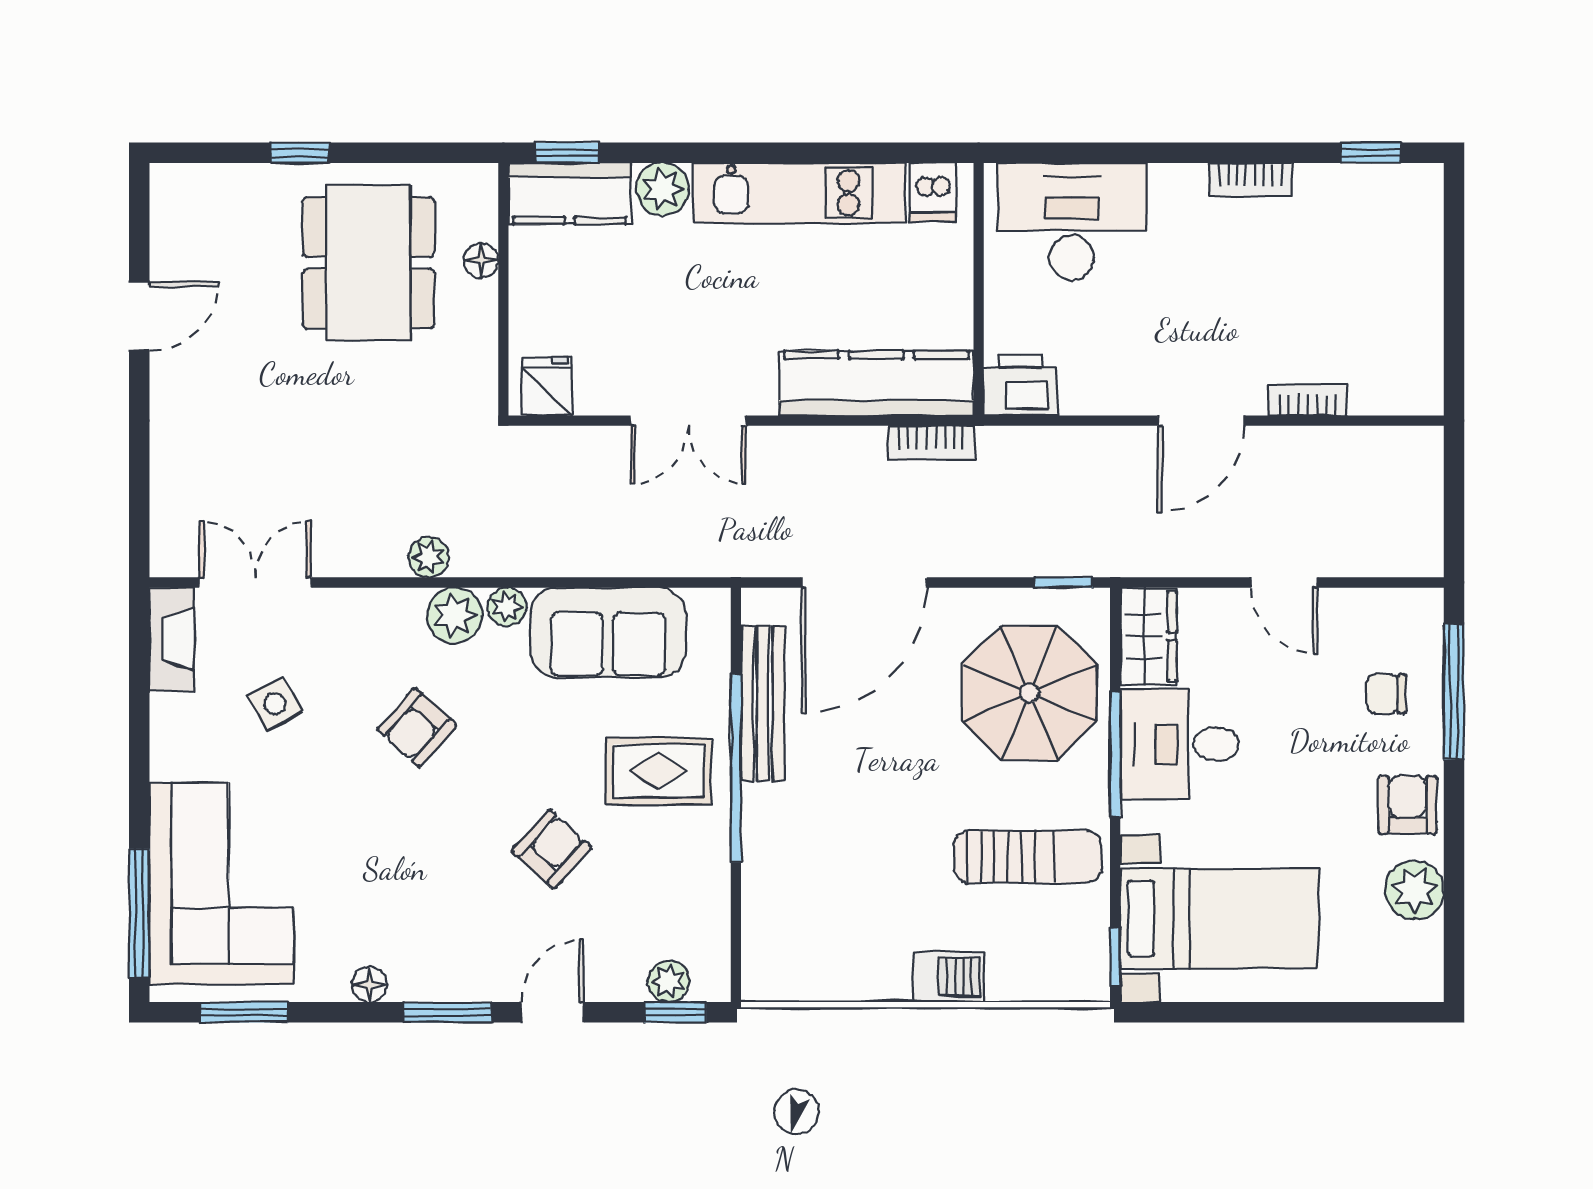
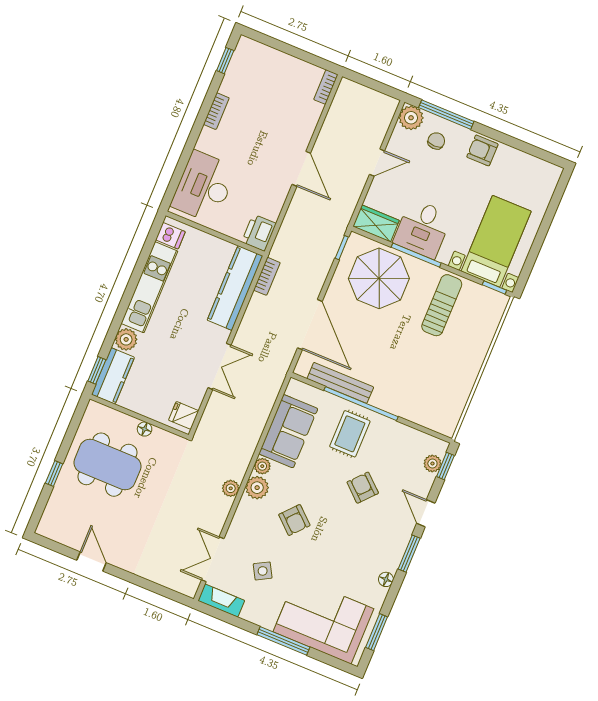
floor lamp: (481, 260) -> (145, 429), moved
bookcase: (1308, 400) -> (326, 87), moved
chair: (1386, 694) -> (436, 141), turned 180
plant: (1415, 890) -> (411, 118), moved
window: (139, 913) -> (283, 641), moved
barbecue: (948, 977) -> (476, 355), removed

